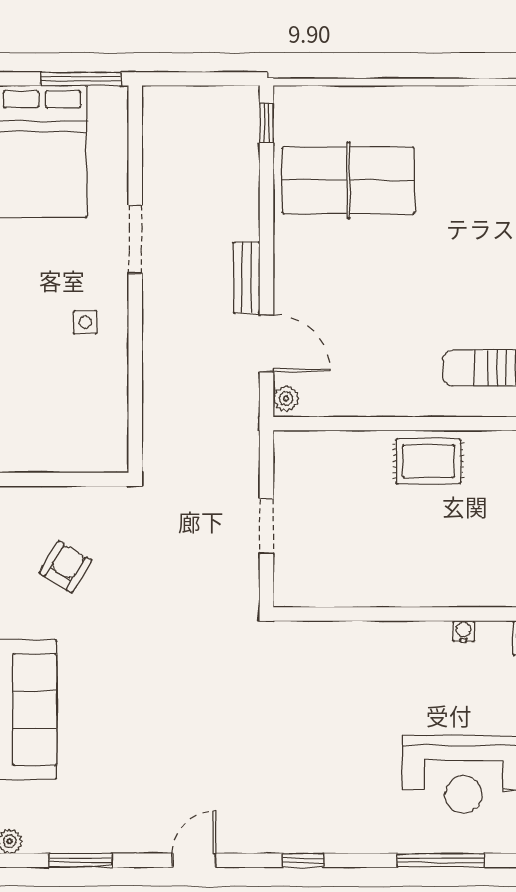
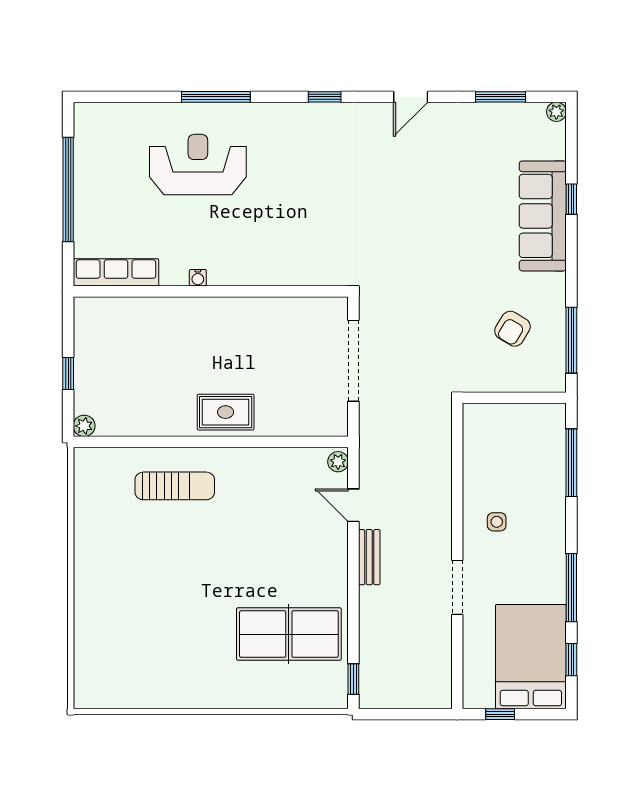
window: (81, 79) -> (500, 714), width x0.46
door: (267, 343) -> (353, 505), width x0.73
doorway: (267, 526) -> (353, 361), width x1.88

